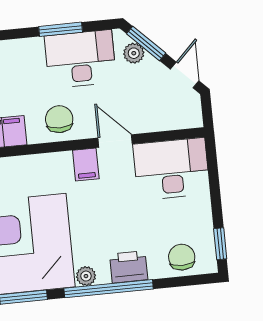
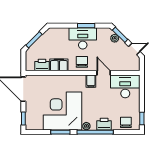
desk: (80, 59) -> (83, 38), moved
door: (185, 75) -> (134, 49), hinge flipped

